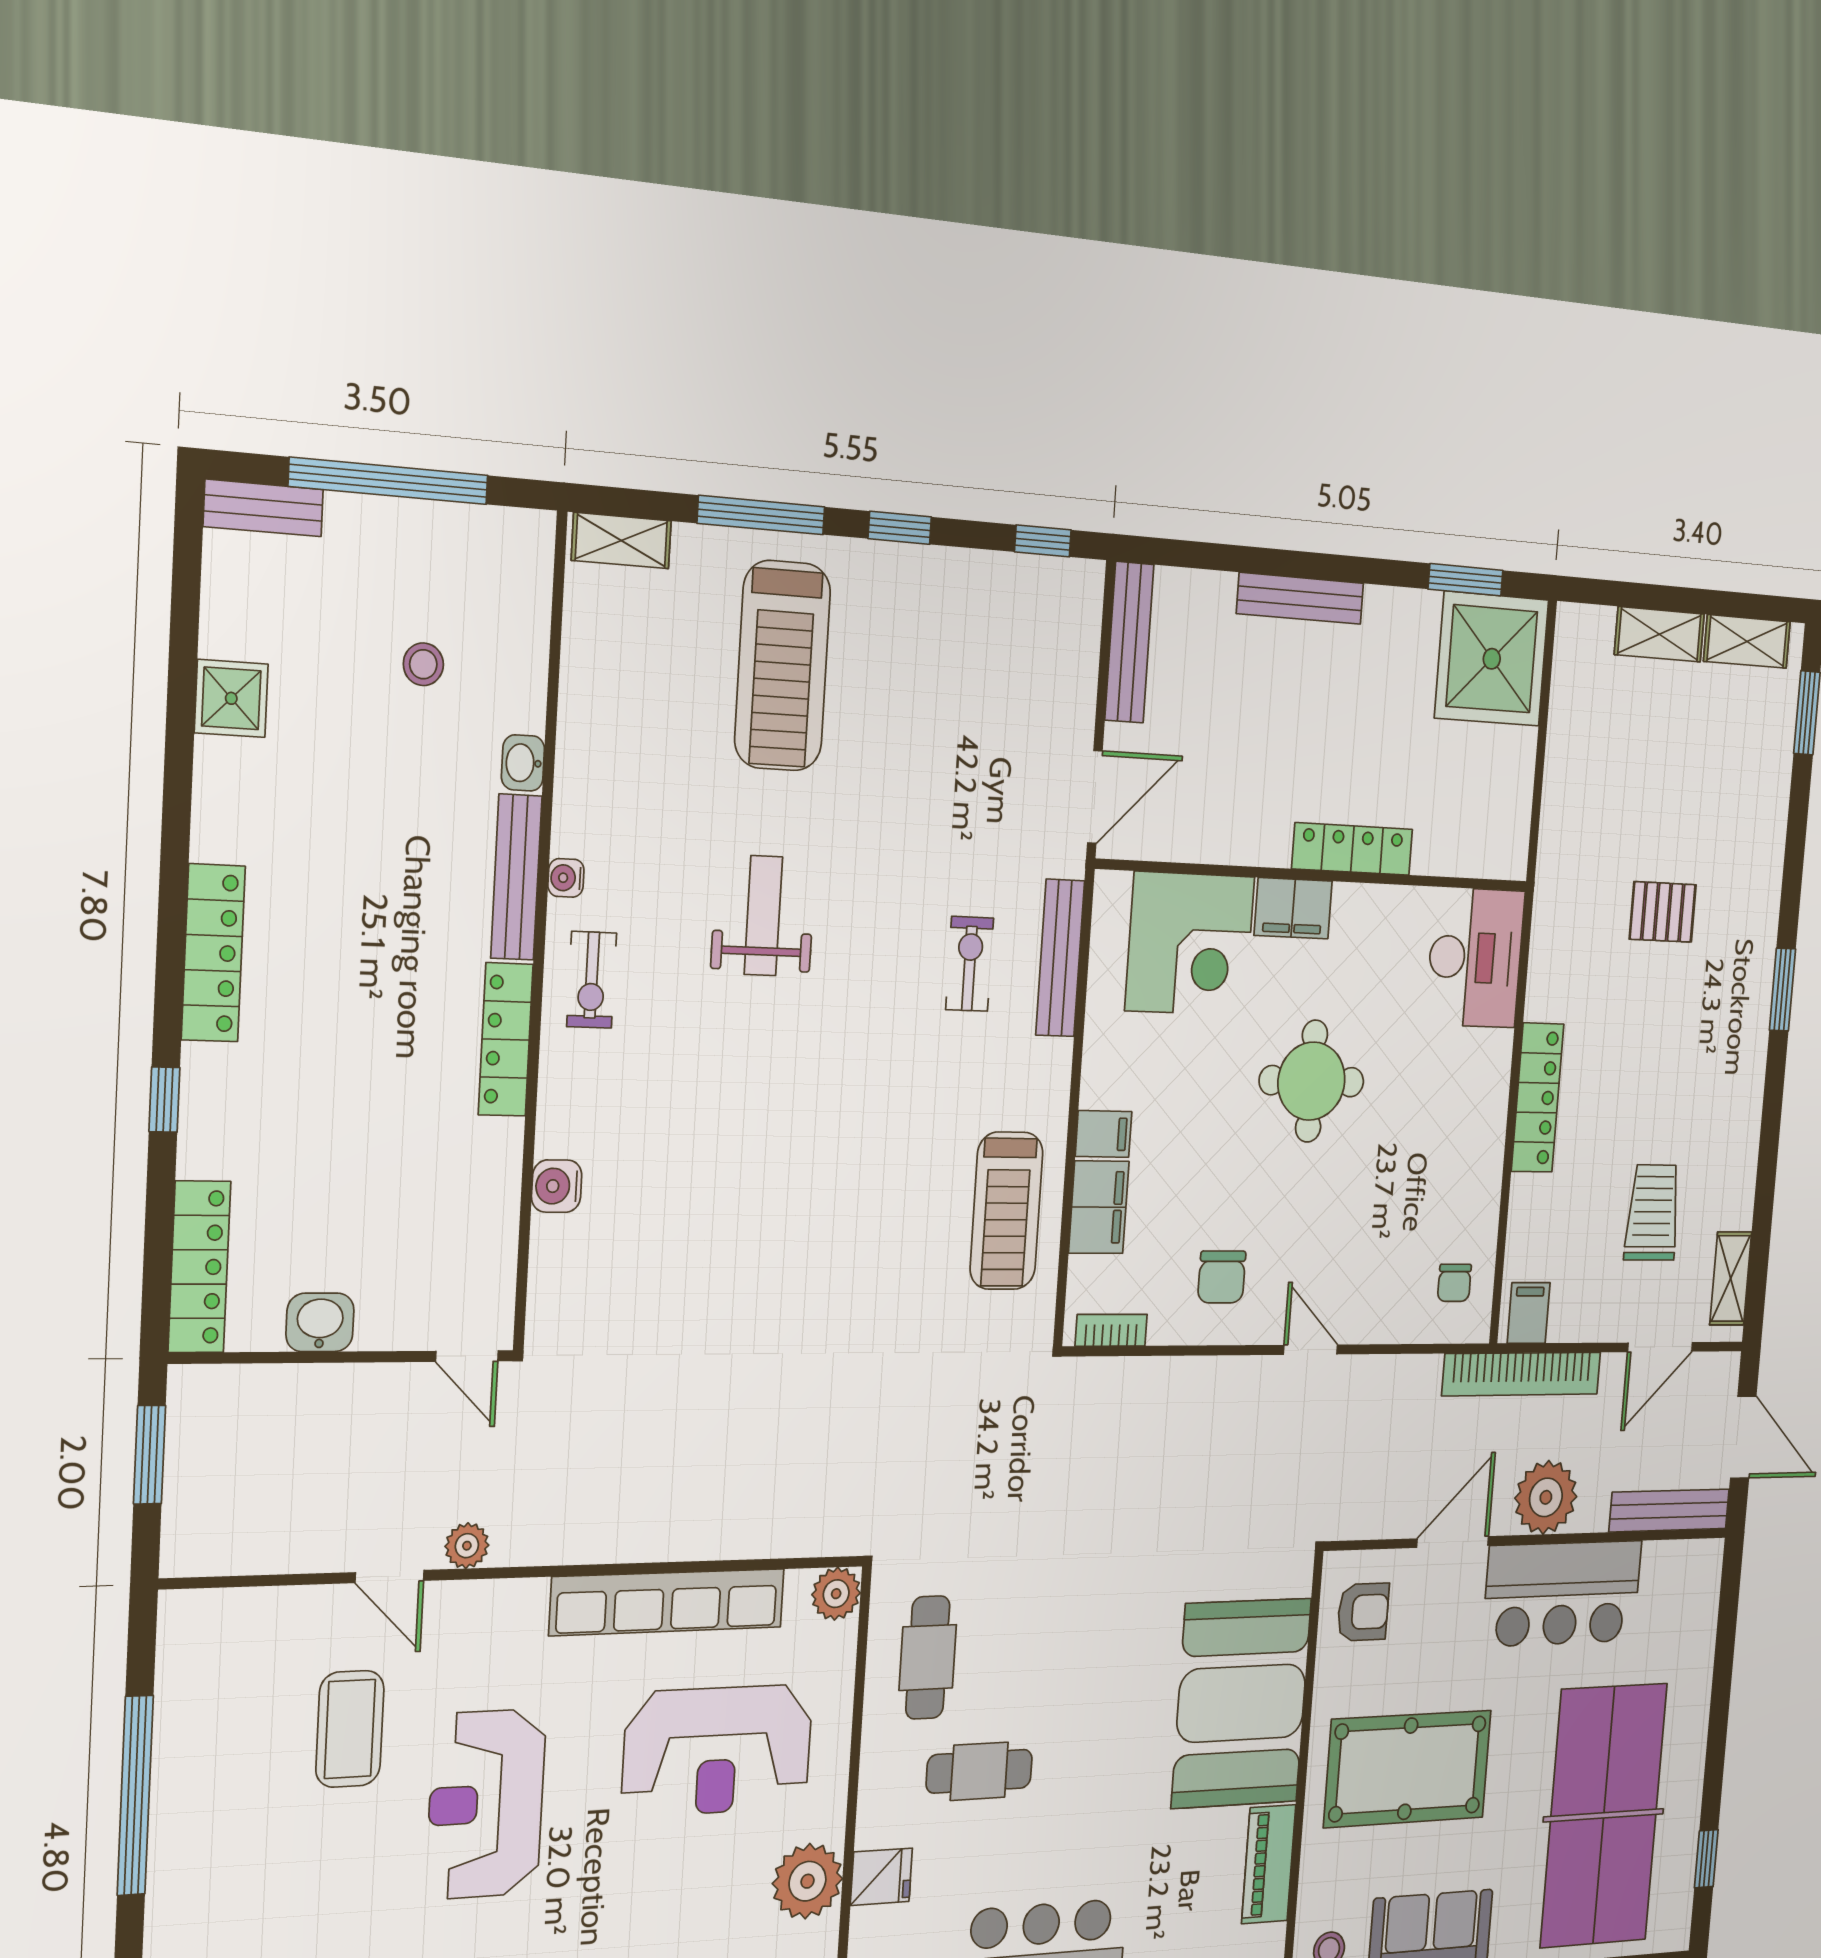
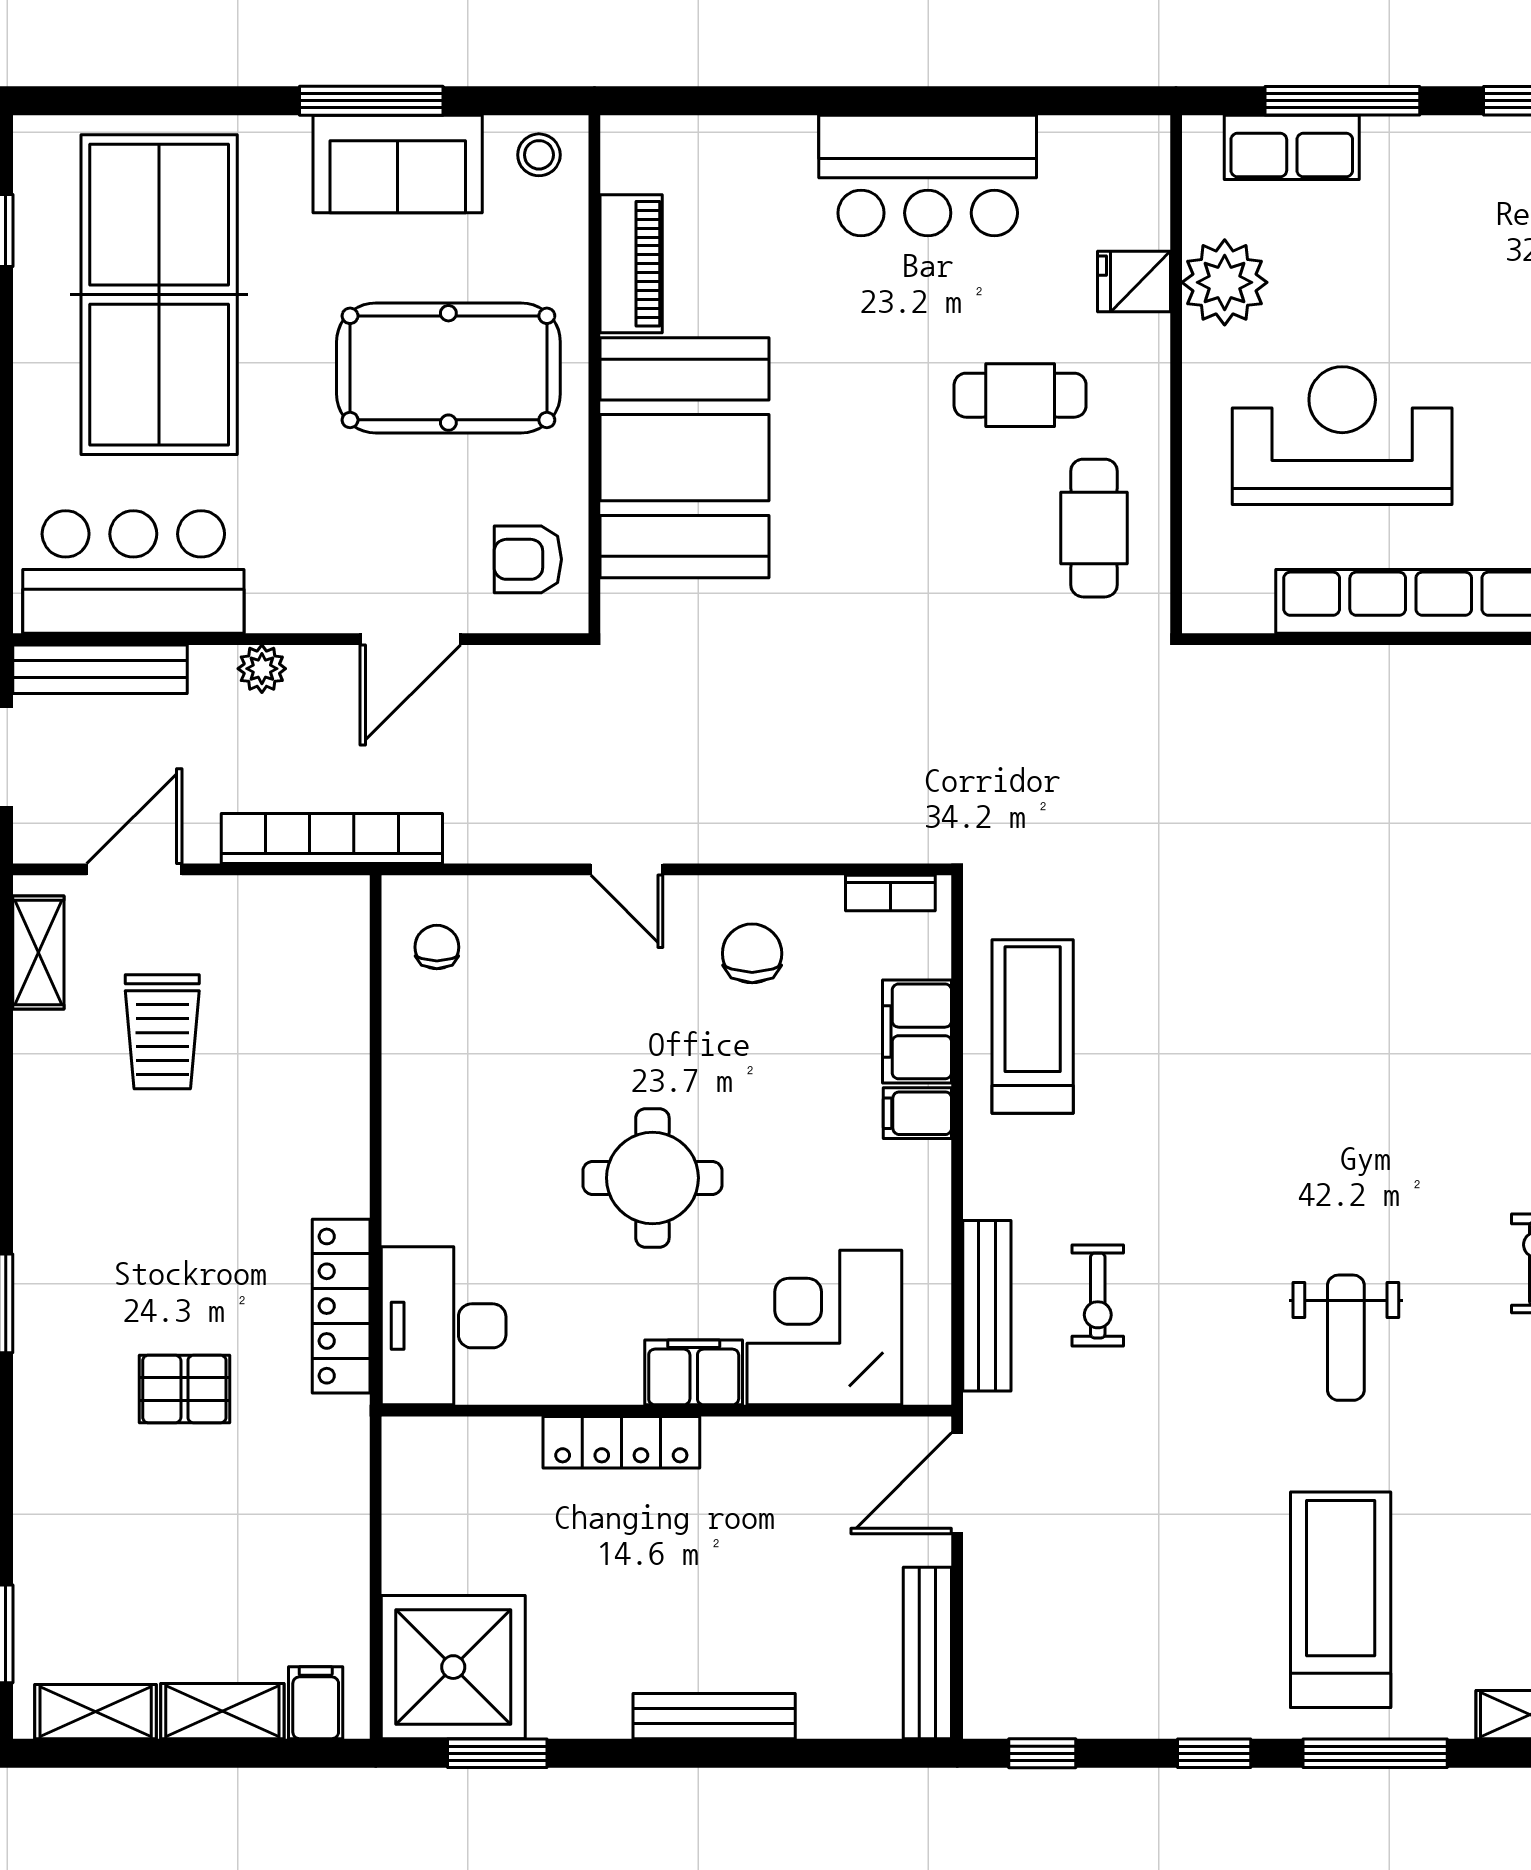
locker: (1538, 1098) -> (341, 1306), moved
filing cabinet: (1529, 1313) -> (316, 1703), moved, turned 180
plant: (1546, 1497) -> (262, 669), width x0.53, depth x0.53
bar counter: (1562, 1593) -> (133, 572), moved
plant: (836, 1594) -> (1211, 604), removed

